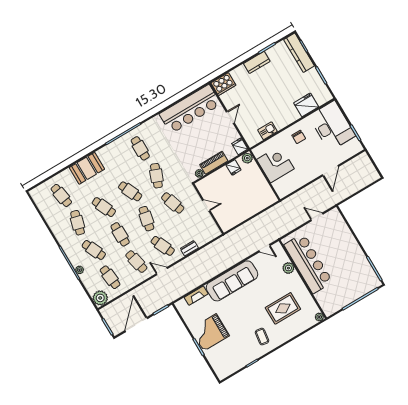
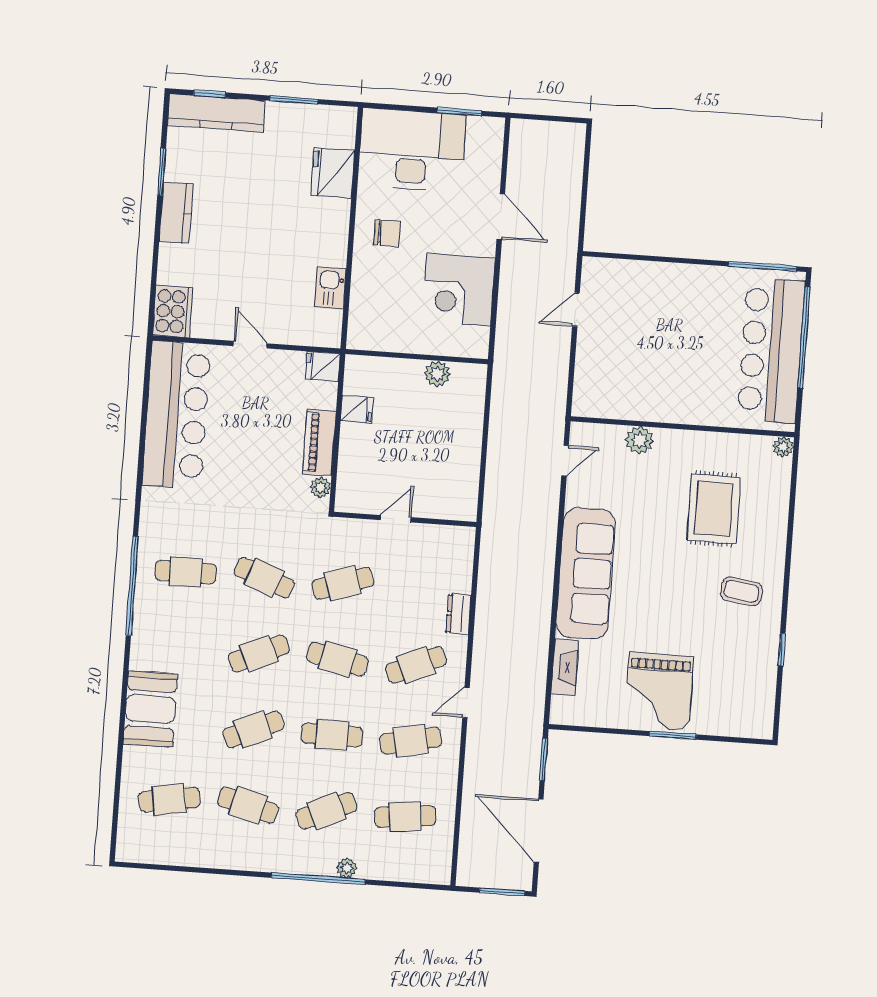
plant: (247, 158) -> (437, 374), moved
corner desk: (275, 164) -> (459, 290), moved, turned -90
bar counter: (308, 263) -> (771, 350), moved, turned -90
plant: (100, 298) -> (433, 866), removed

